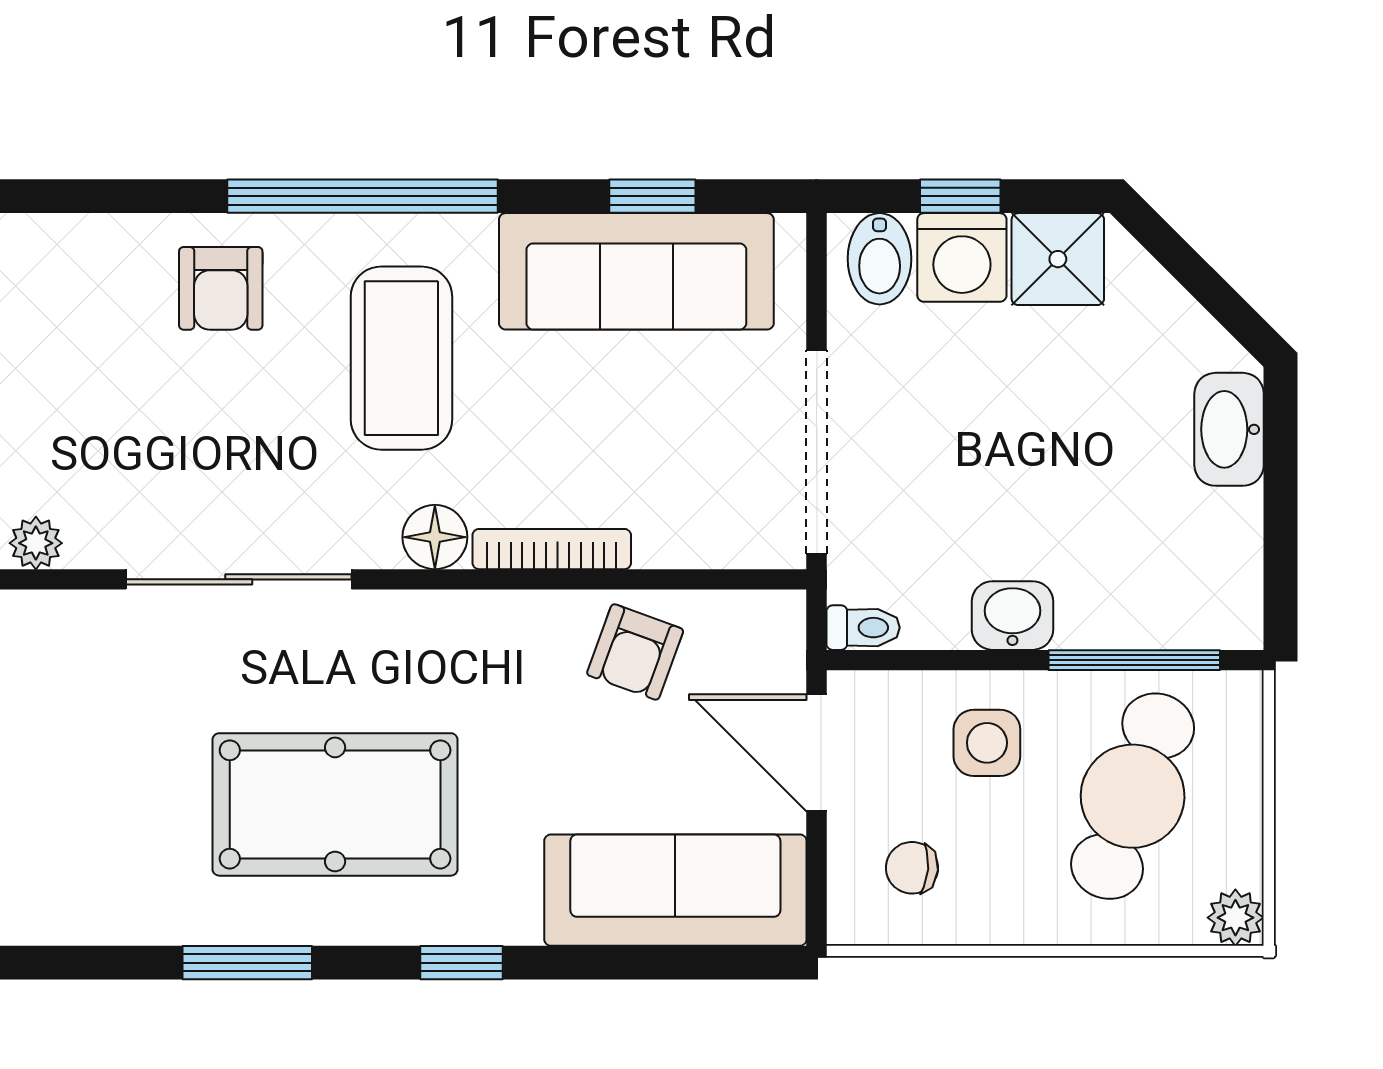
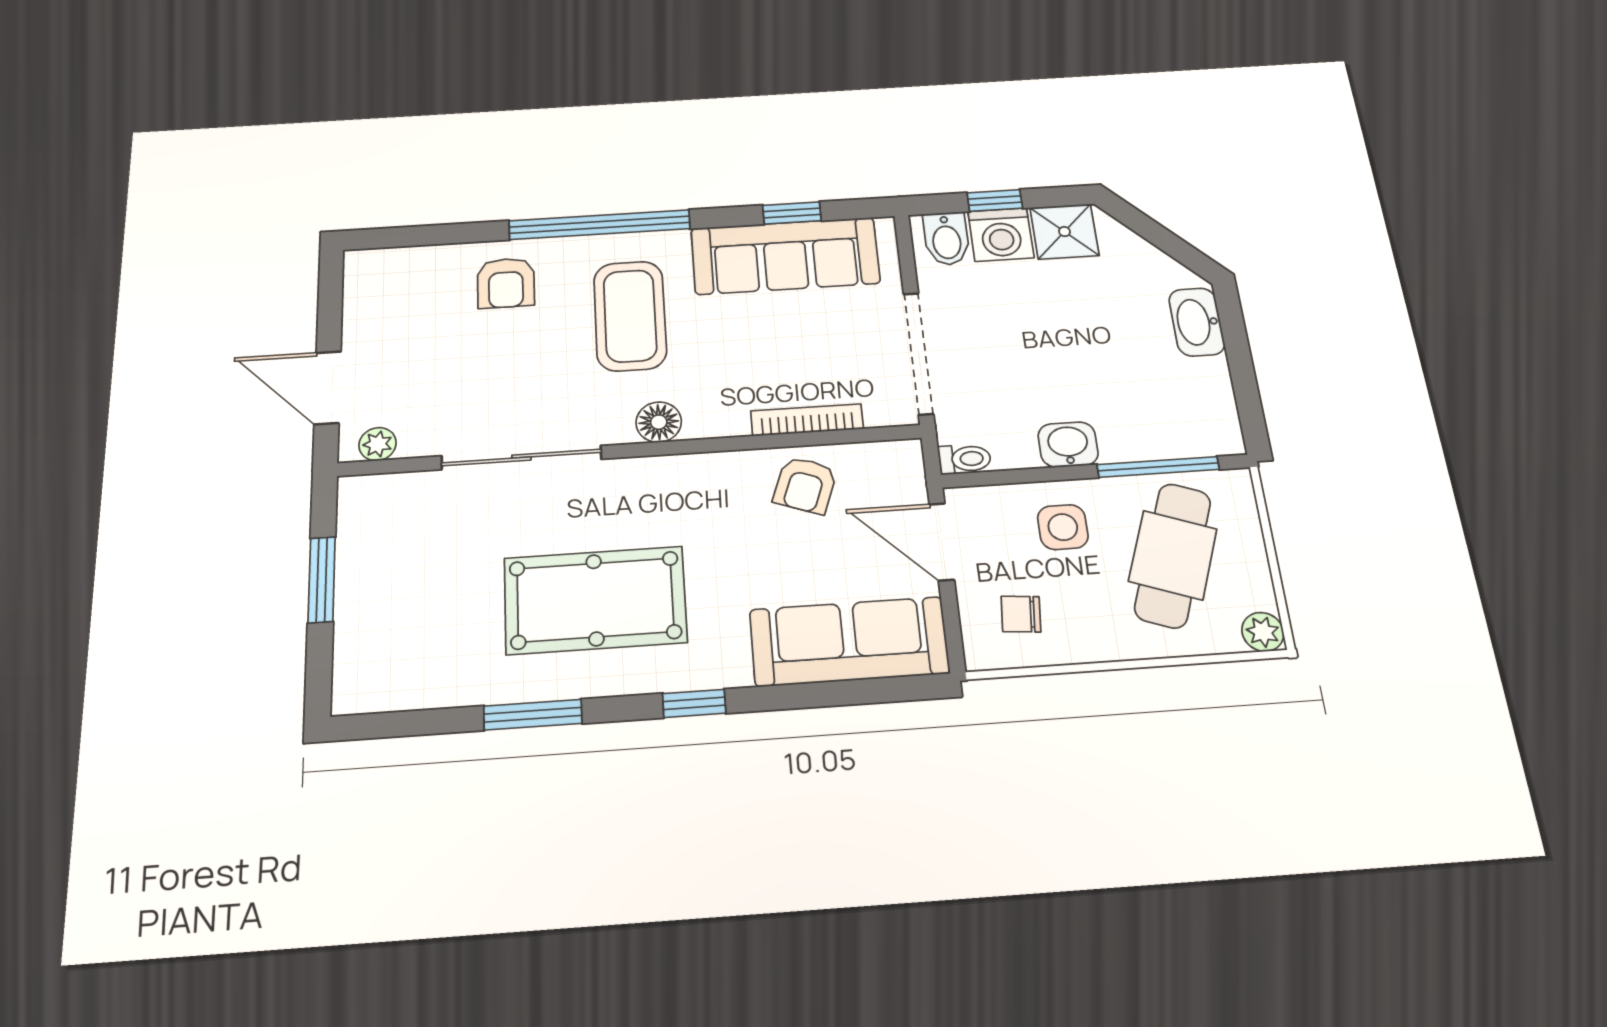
bookcase: (552, 549) -> (807, 420), moved

